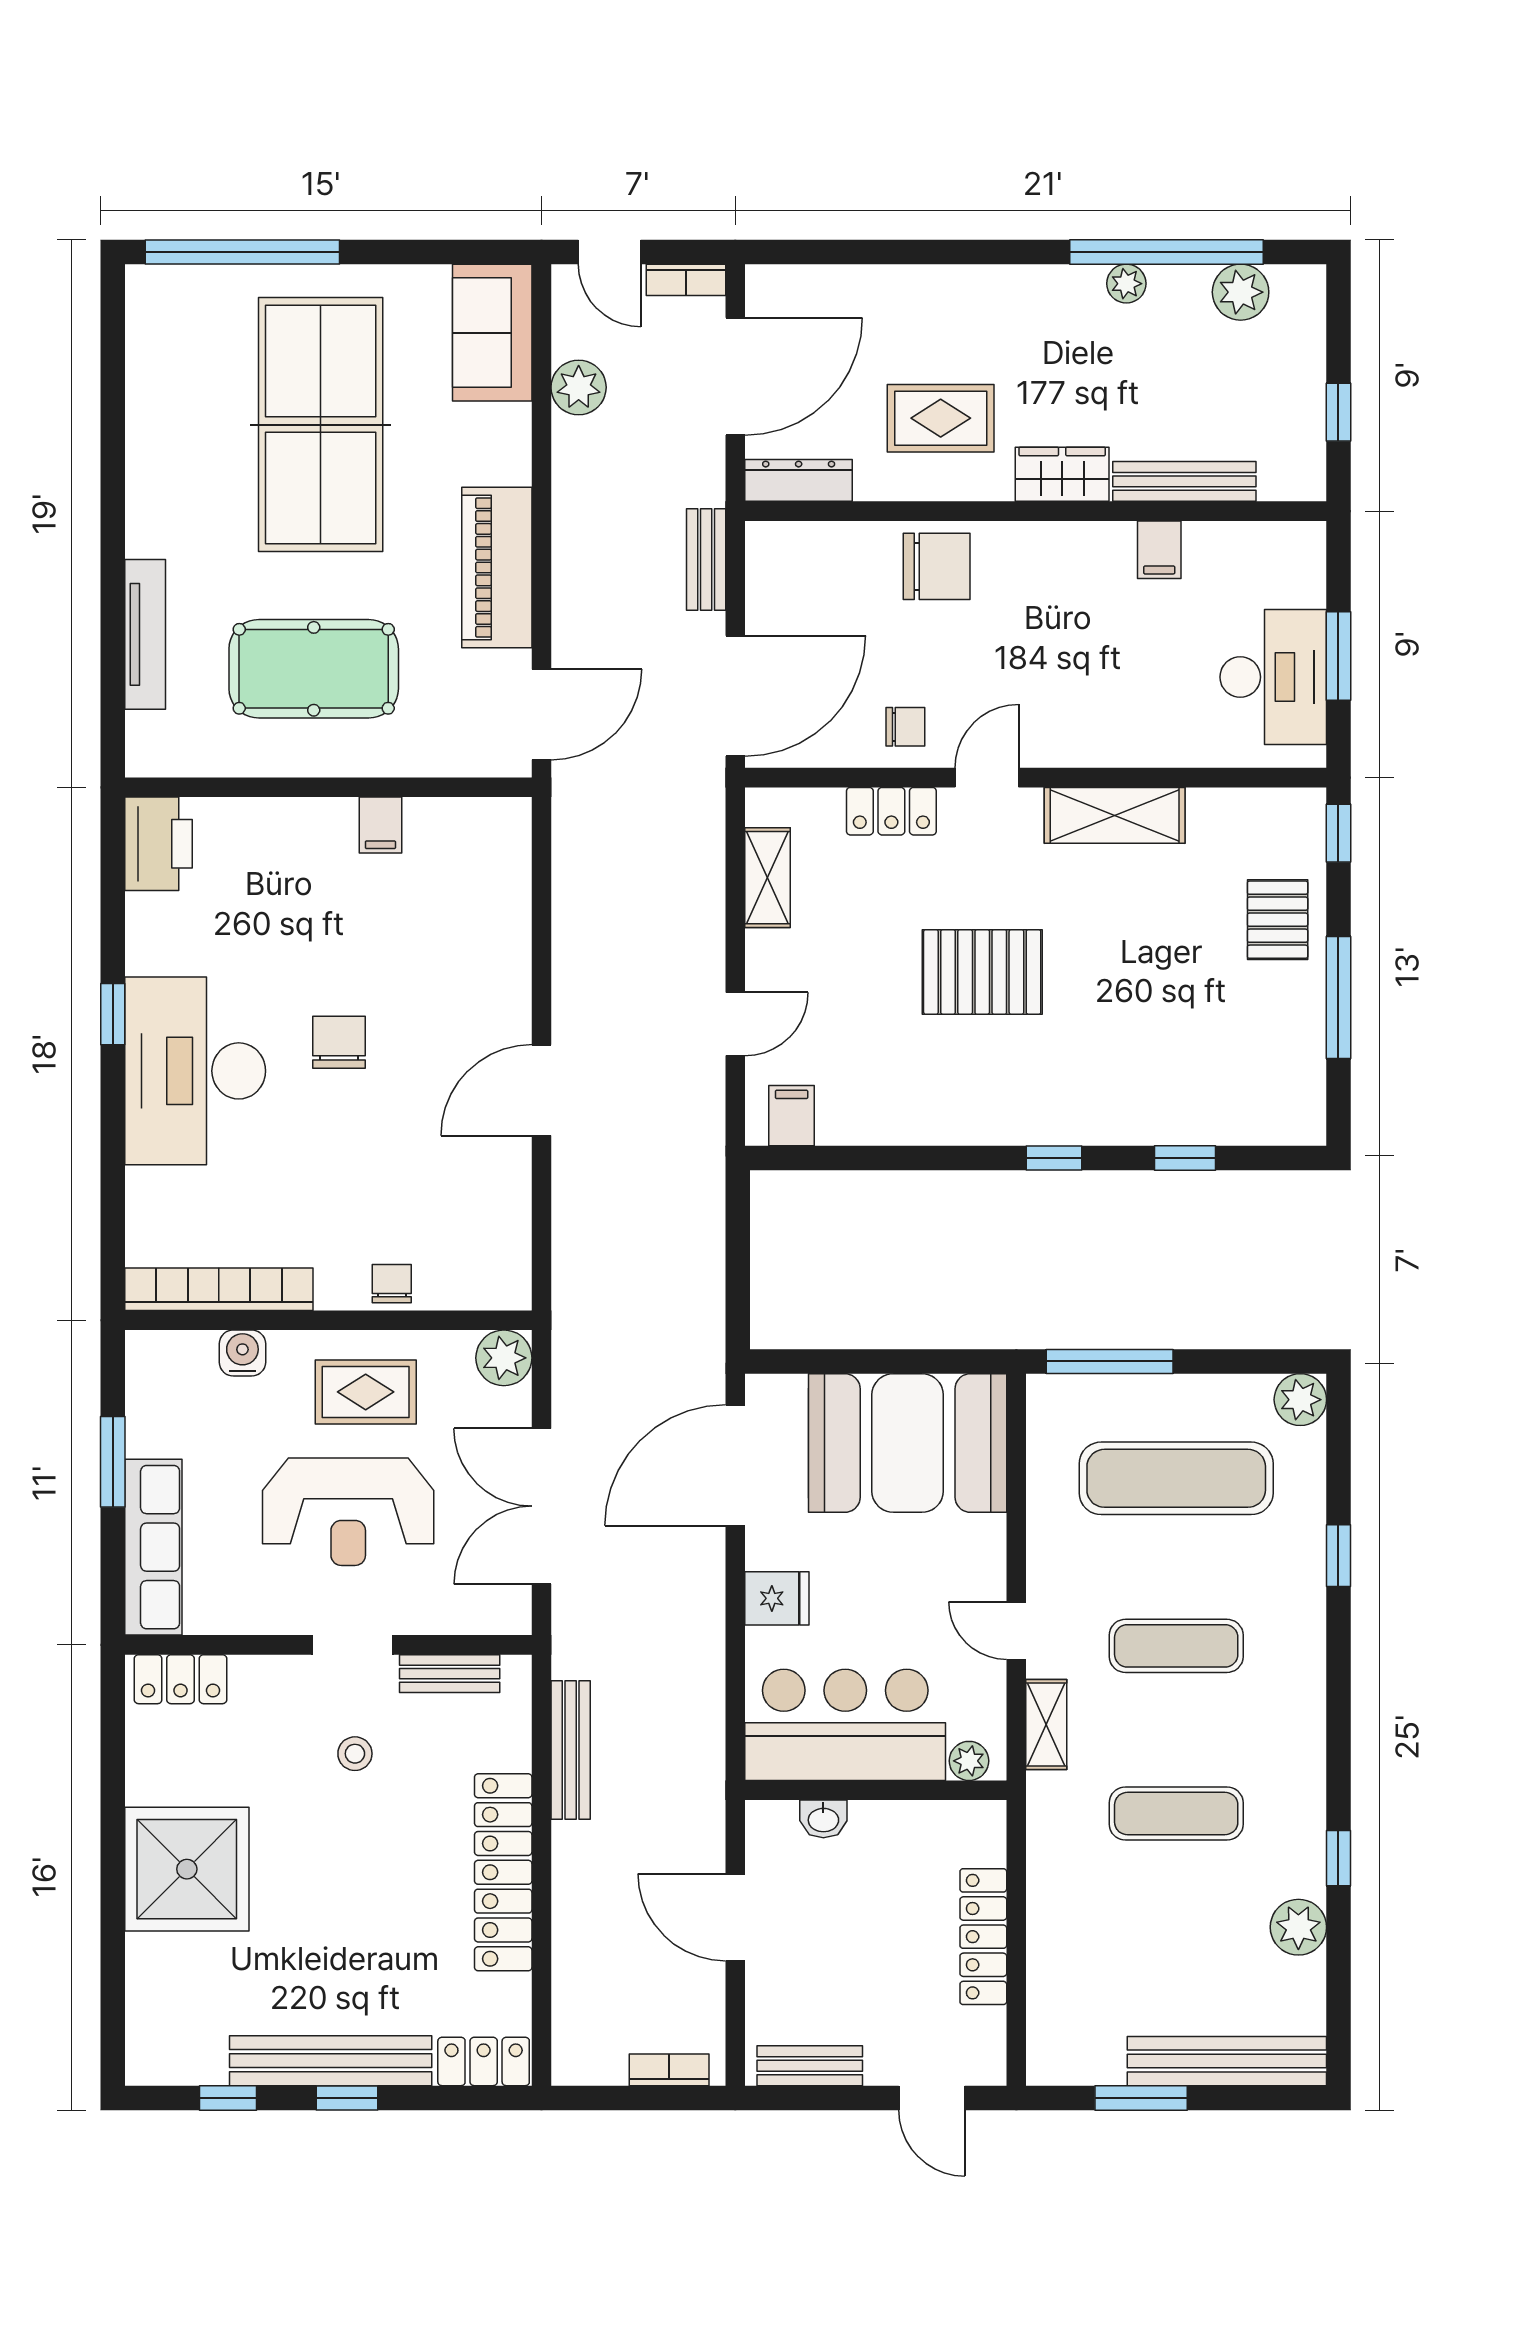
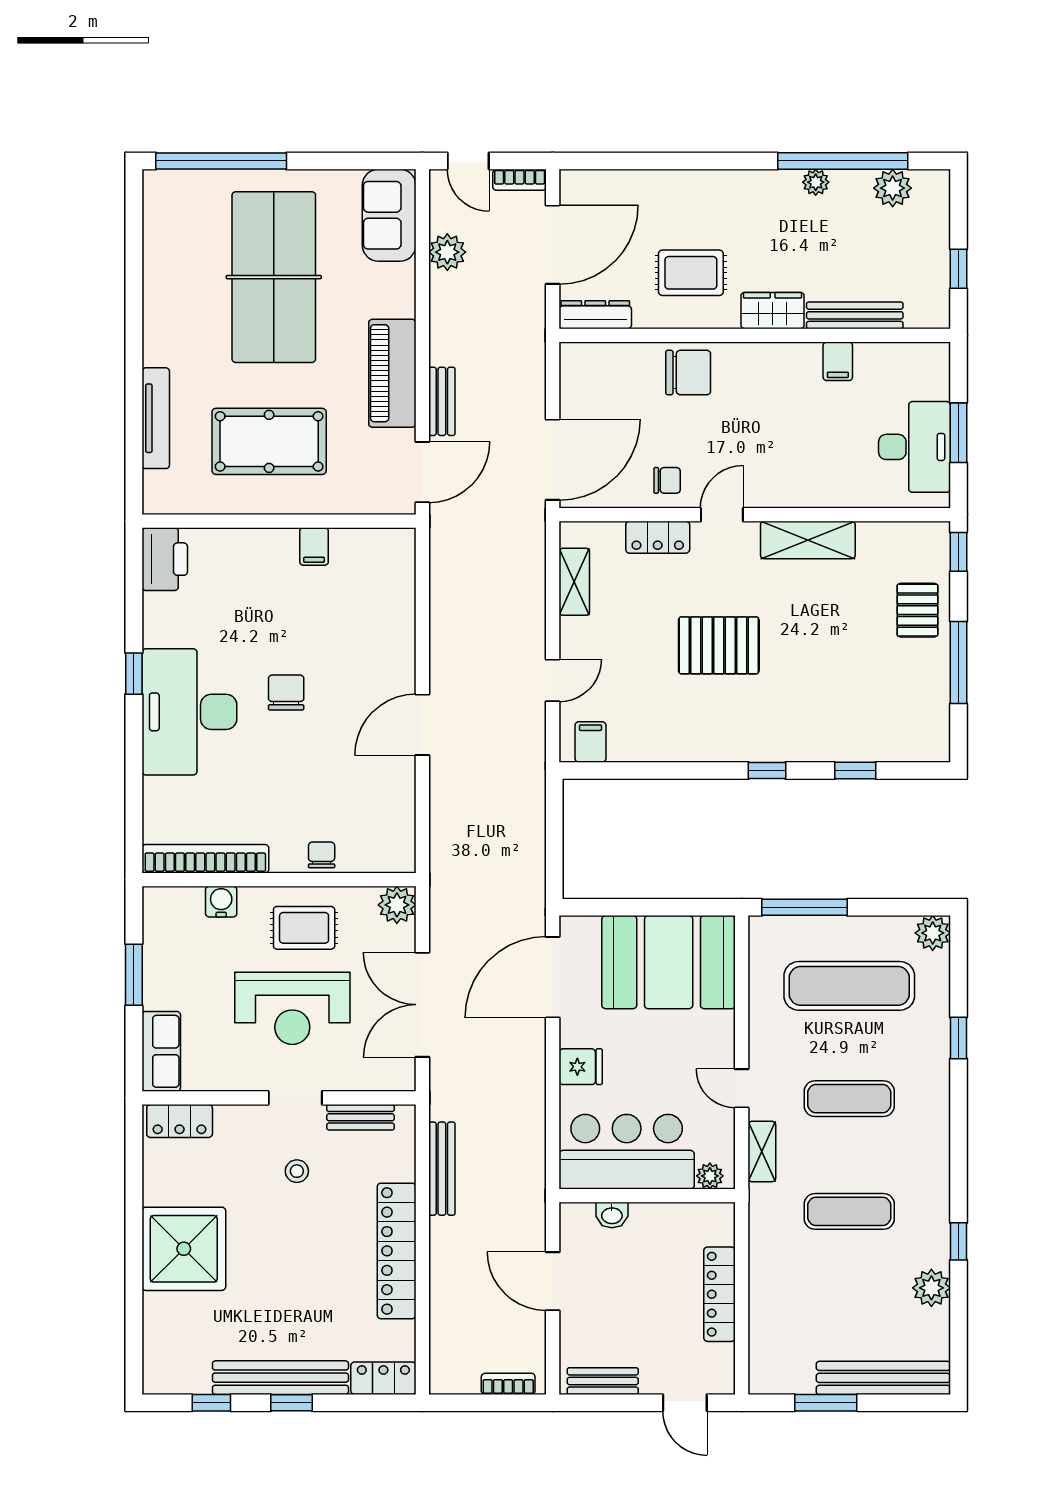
bench: (706, 560) -> (442, 401), moved
row of seats: (153, 1547) -> (161, 1051), width x0.68

